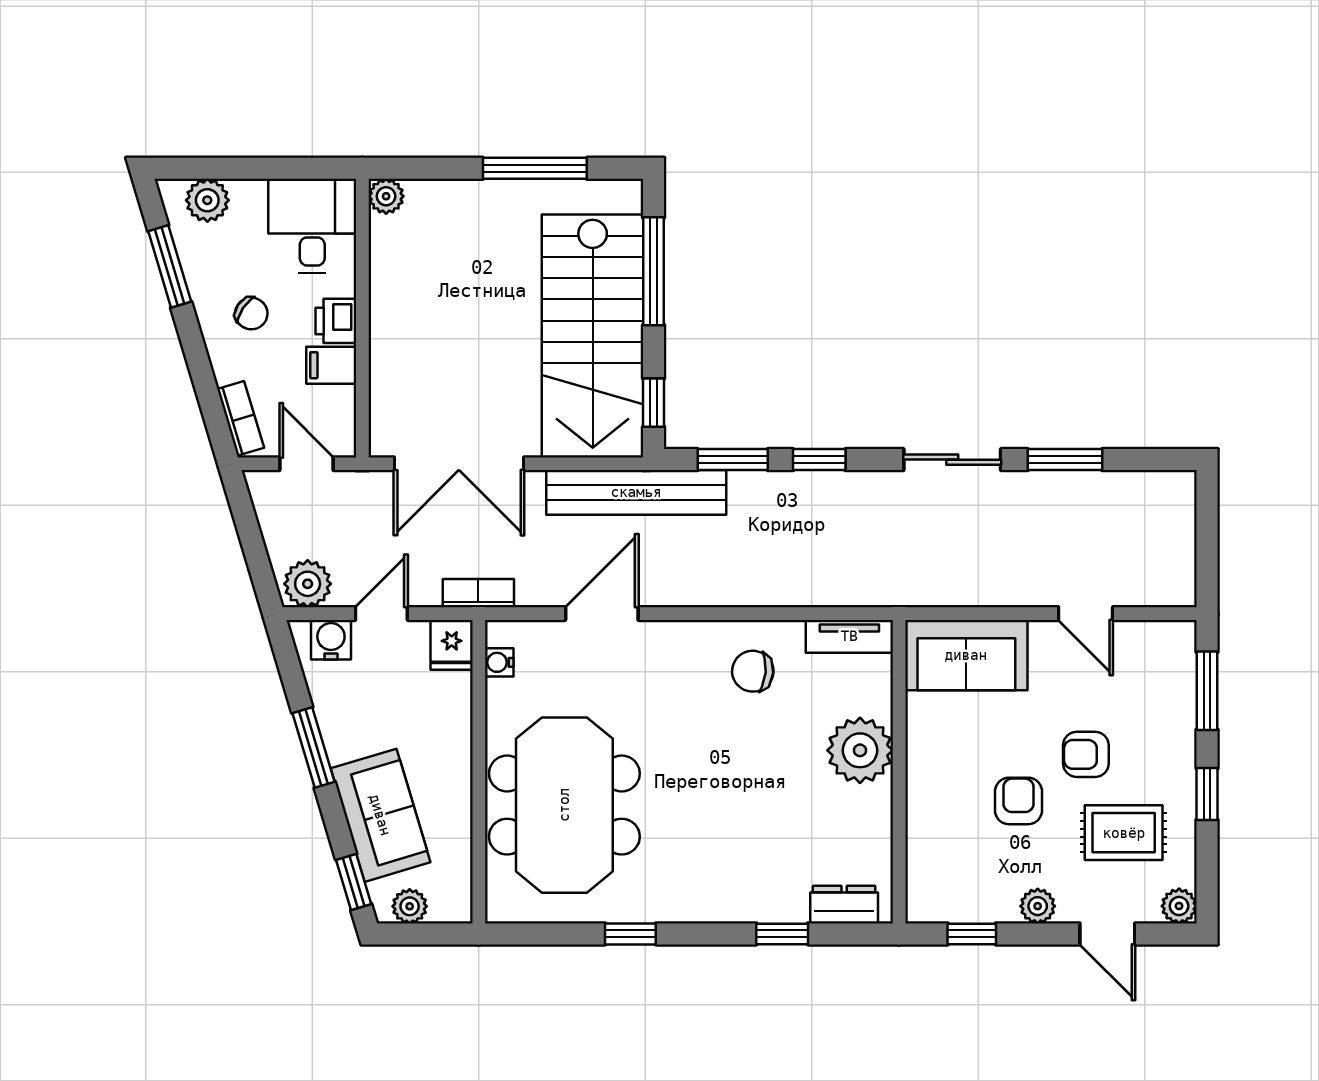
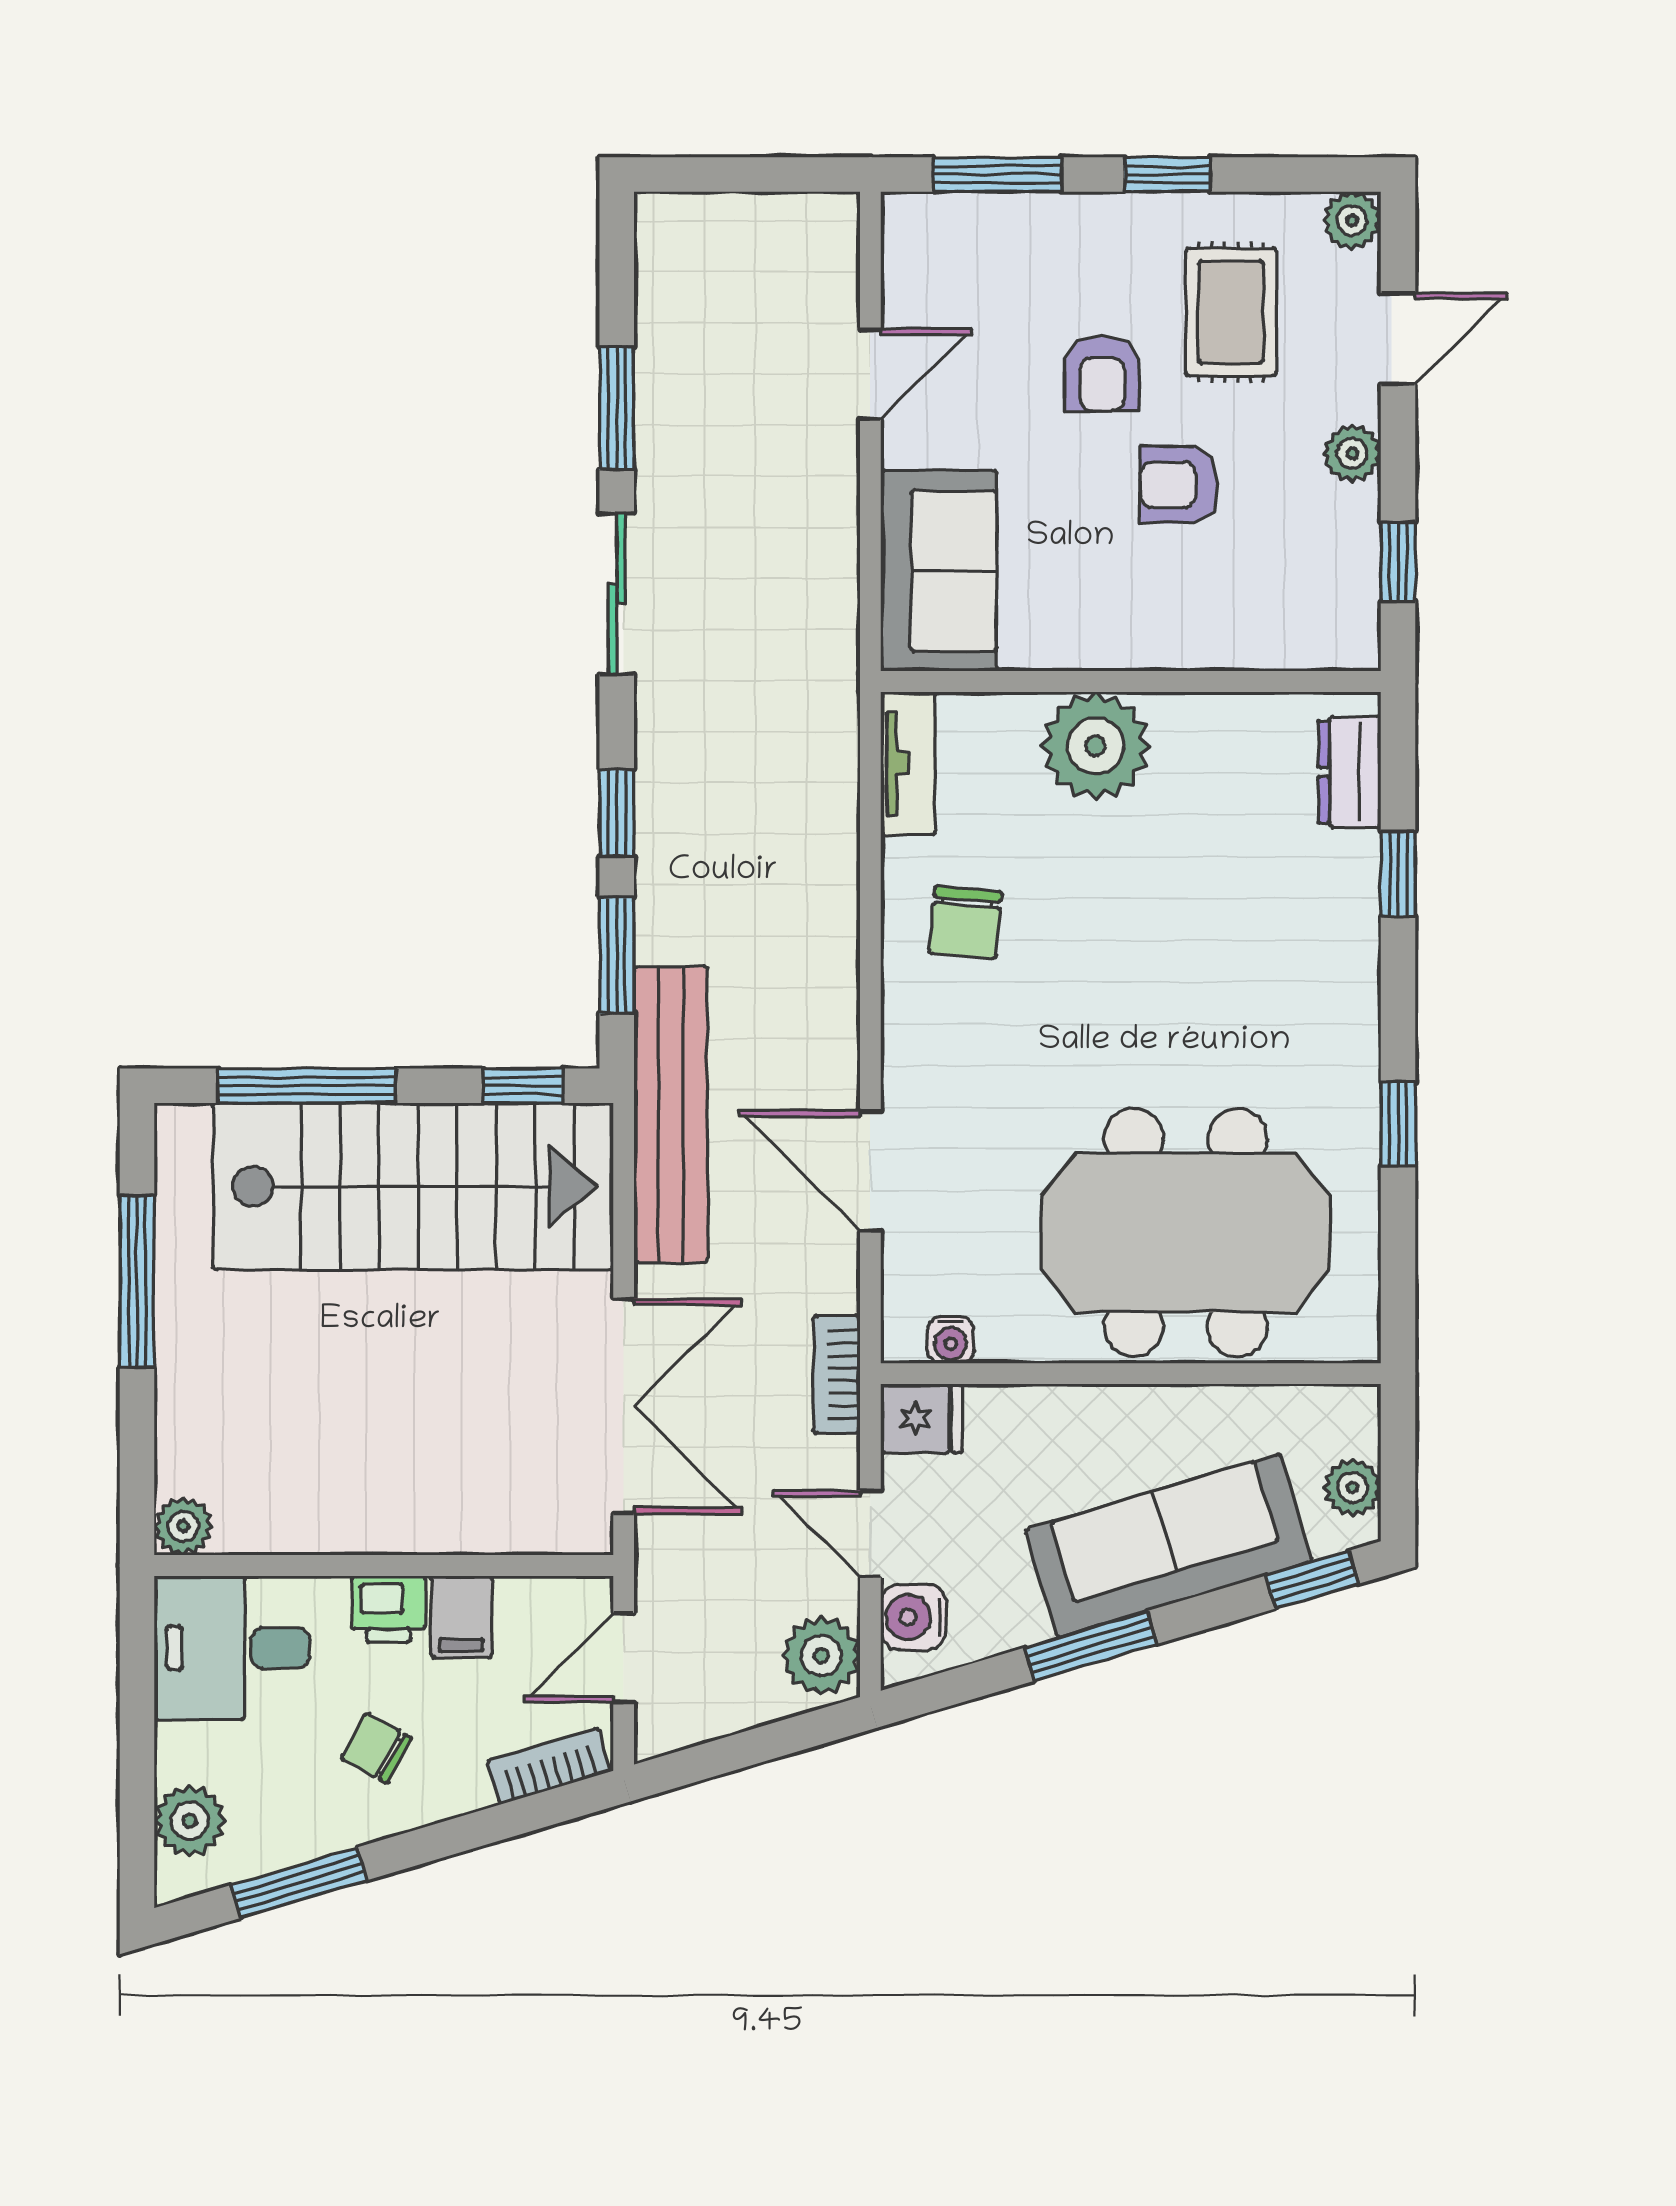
chair: (251, 314) -> (376, 1748), turned -95
sofa: (380, 815) -> (1169, 1546), width x1.36

